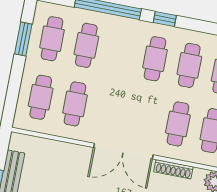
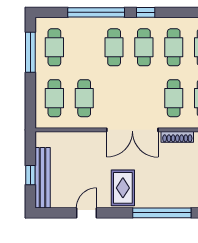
window: (23, 39) -> (30, 52), width x1.44
cafe table: (86, 45) -> (114, 47), moved

